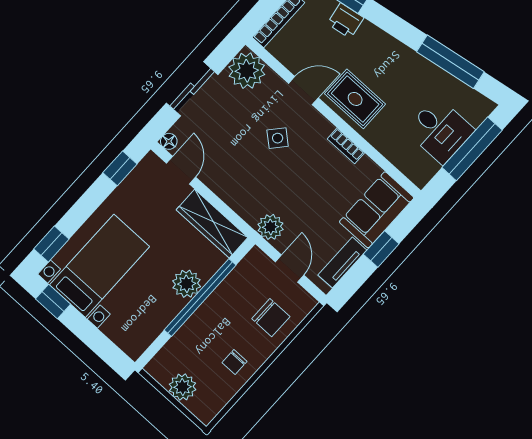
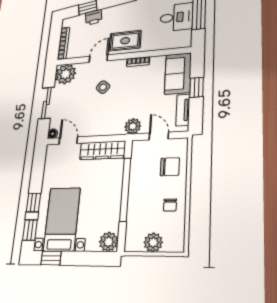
window: (120, 168) -> (33, 203), moved
plant: (187, 284) -> (109, 242), moved

